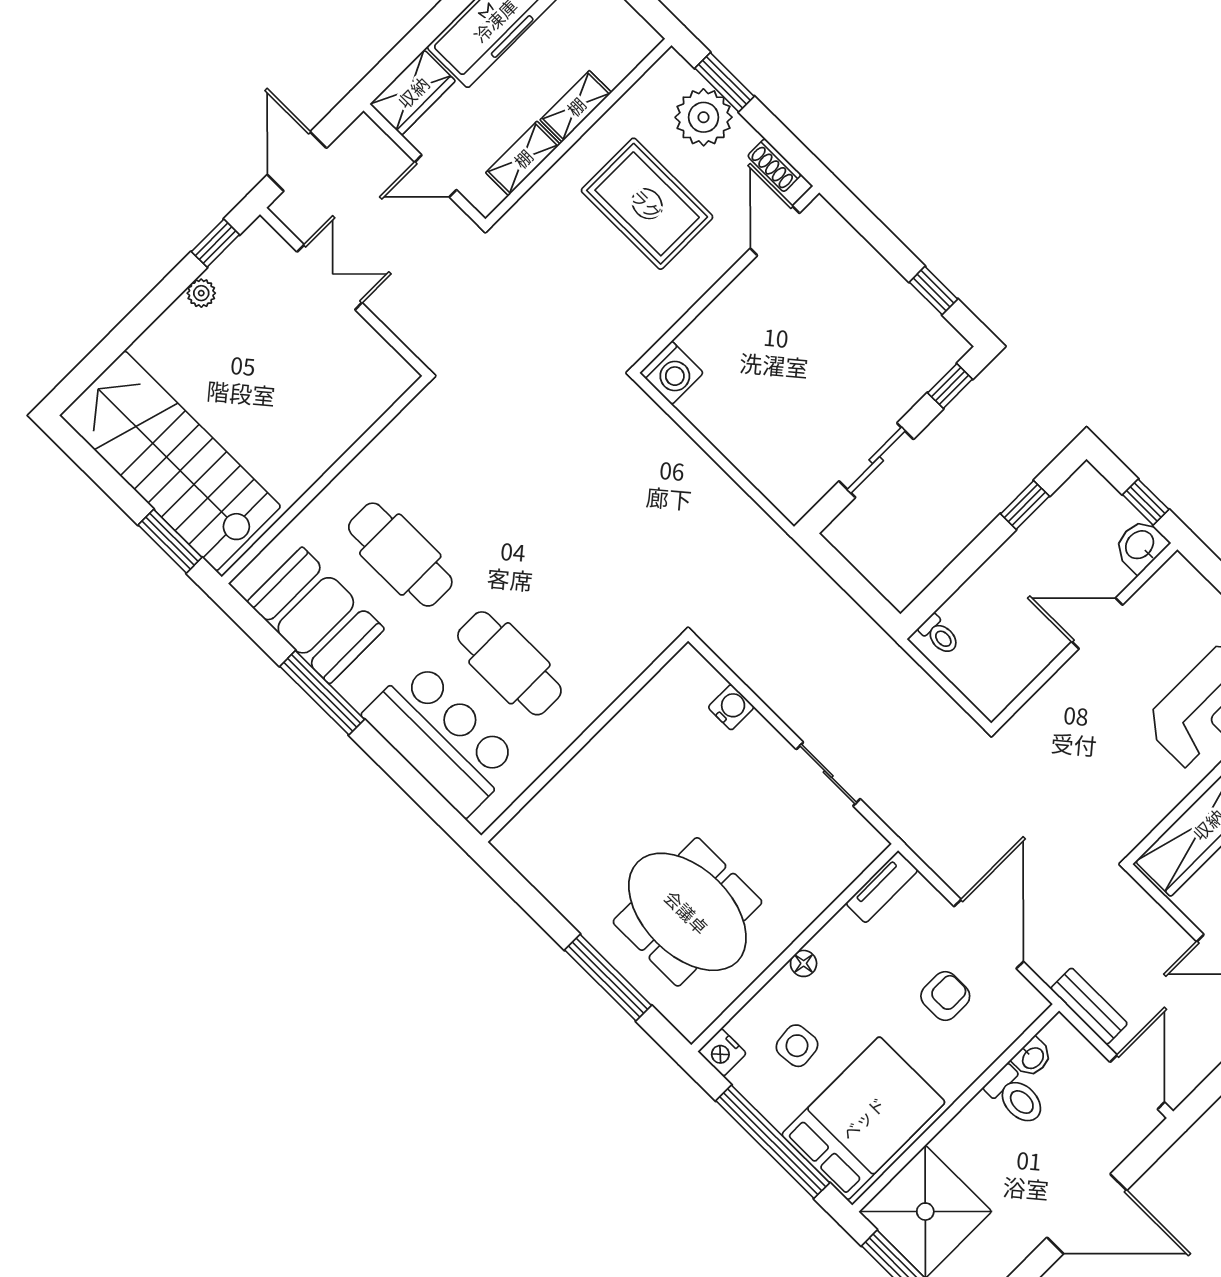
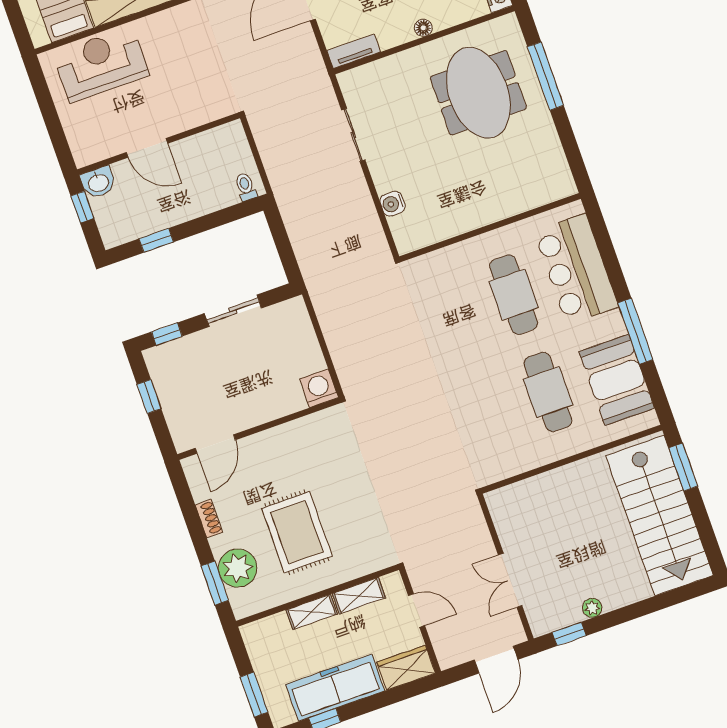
door: (775, 231) -> (215, 444), moved
wall: (726, 280) -> (259, 429), moved
washing machine: (672, 373) -> (319, 388), moved

